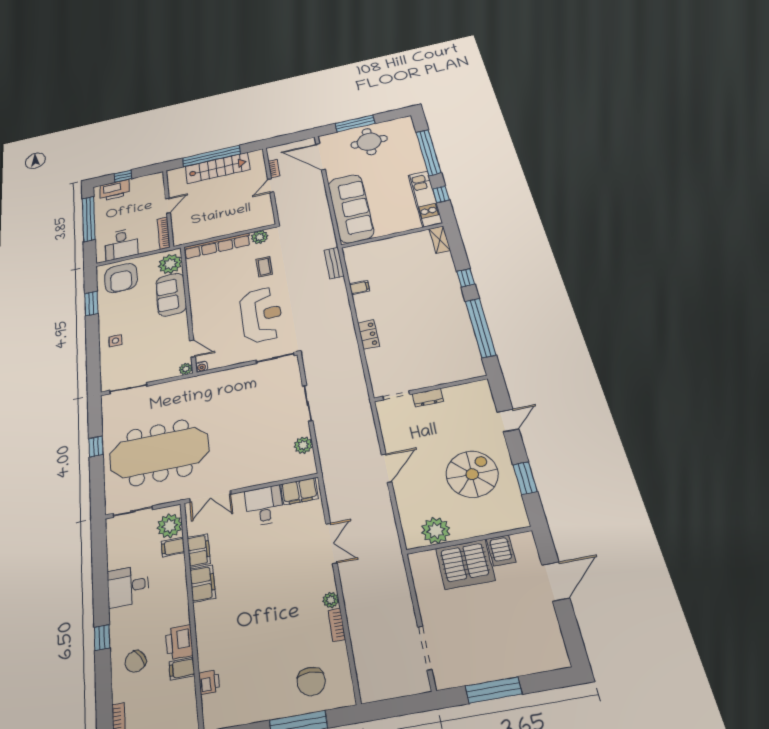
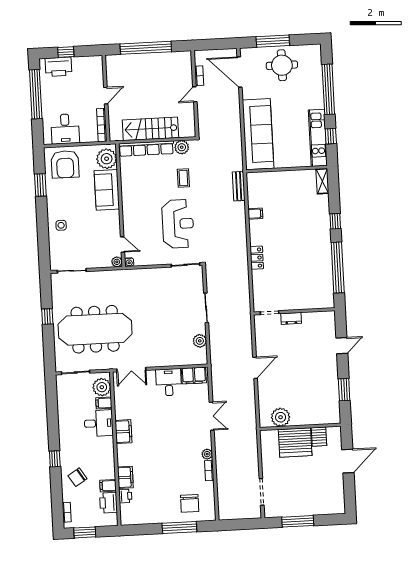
stairs: (217, 168) -> (150, 129), moved, turned 180
spiral stairs: (472, 474) -> (311, 381), removed
filing cabinet: (199, 550) -> (125, 477), moved
desk: (128, 586) -> (99, 423), moved, turned 180
printer: (179, 642) -> (109, 503), moved

